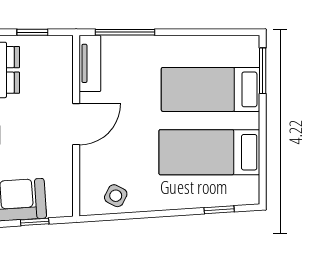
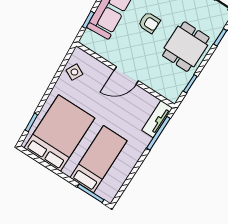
tv unit: (90, 63) -> (157, 119), moved, turned 90
door: (76, 124) -> (126, 76), hinge flipped
bed: (209, 152) -> (59, 133), width x1.50

